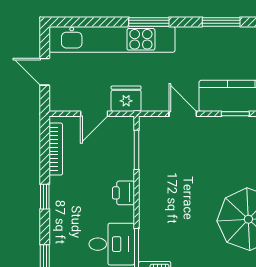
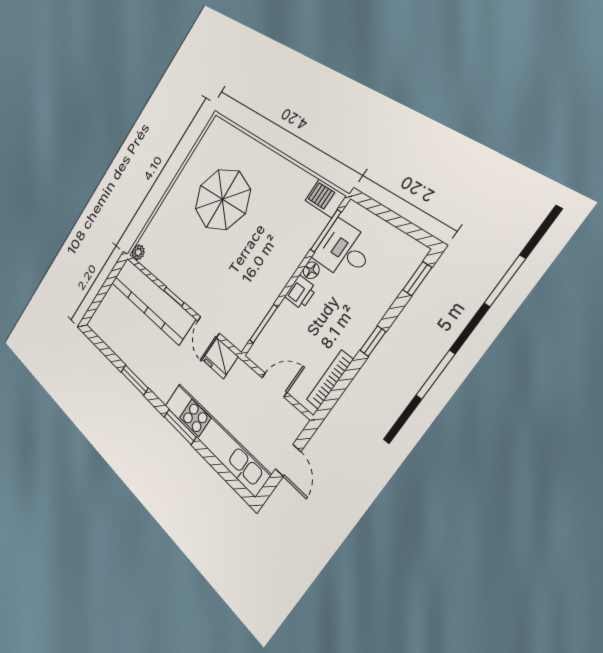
fridge: (126, 99) -> (220, 358), moved
floor lamp: (127, 214) -> (311, 270), added

